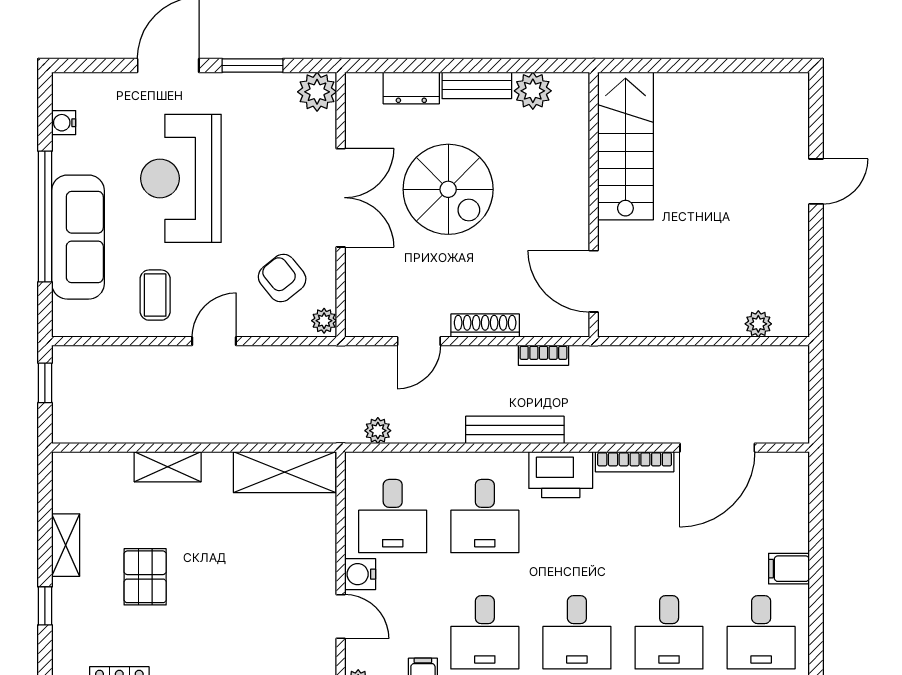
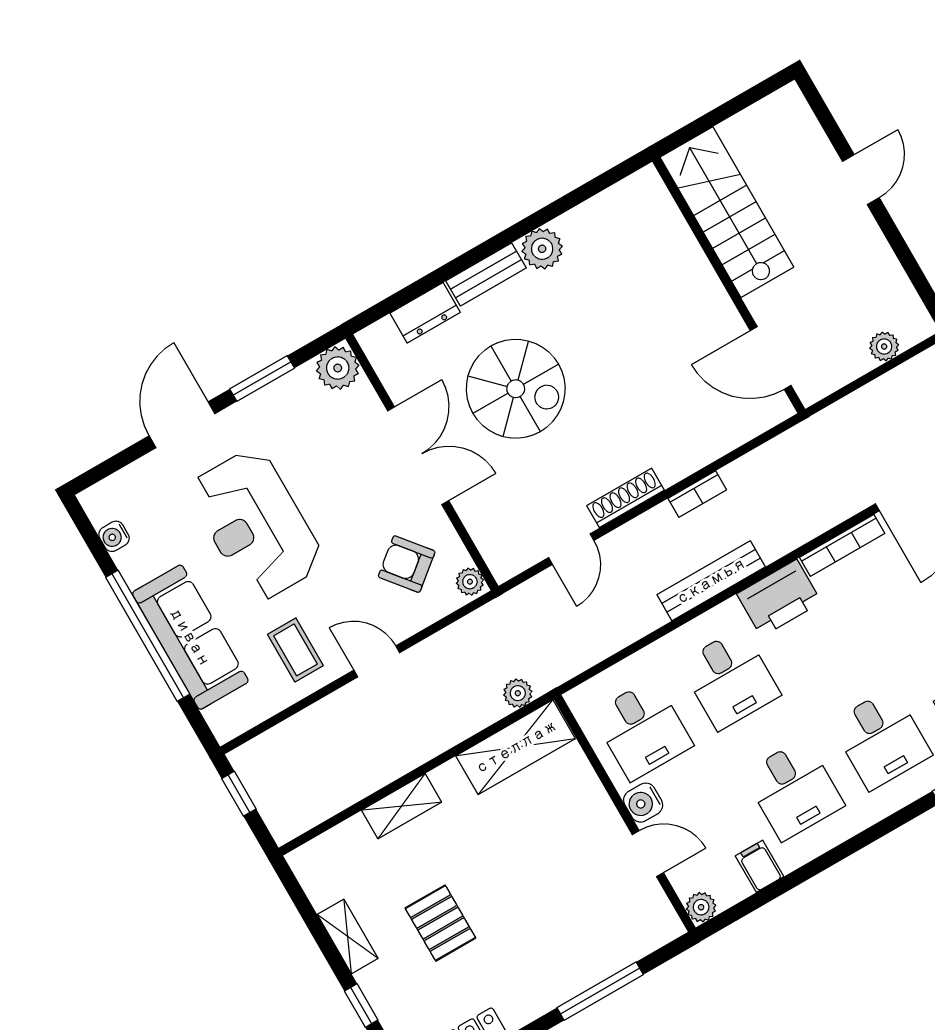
stairs: (625, 146) -> (727, 212), moved
wall: (594, 205) -> (729, 285), moved
door: (594, 281) -> (771, 358), moved
door: (214, 341) -> (377, 661), hinge flipped
plant: (378, 431) -> (518, 693), moved

